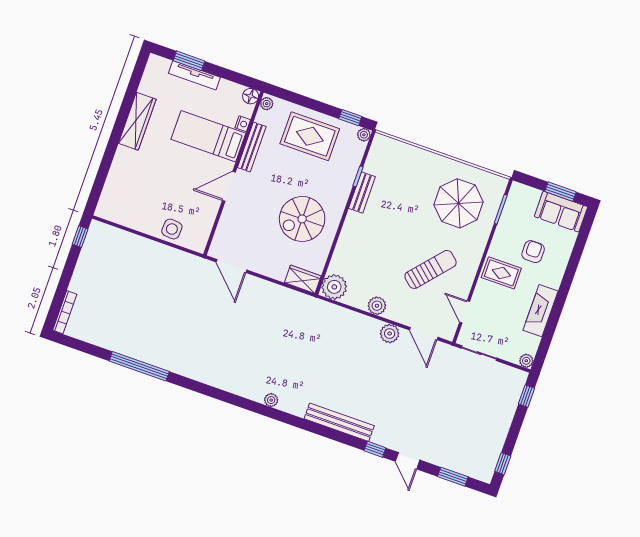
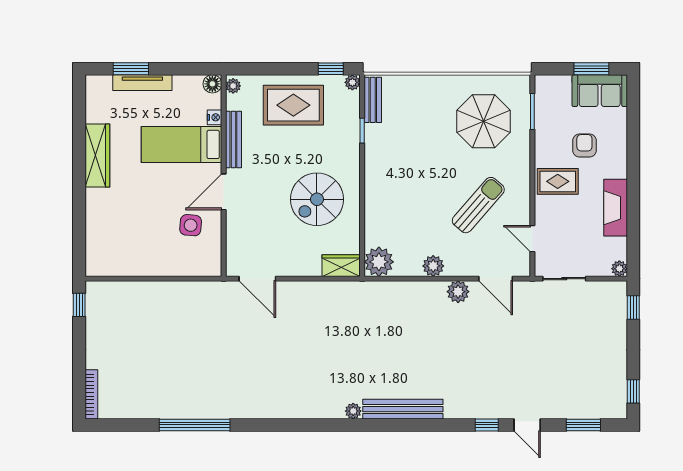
bench: (362, 193) -> (373, 100), moved
side table: (172, 229) -> (191, 225), moved
bench: (339, 422) -> (403, 409), moved

